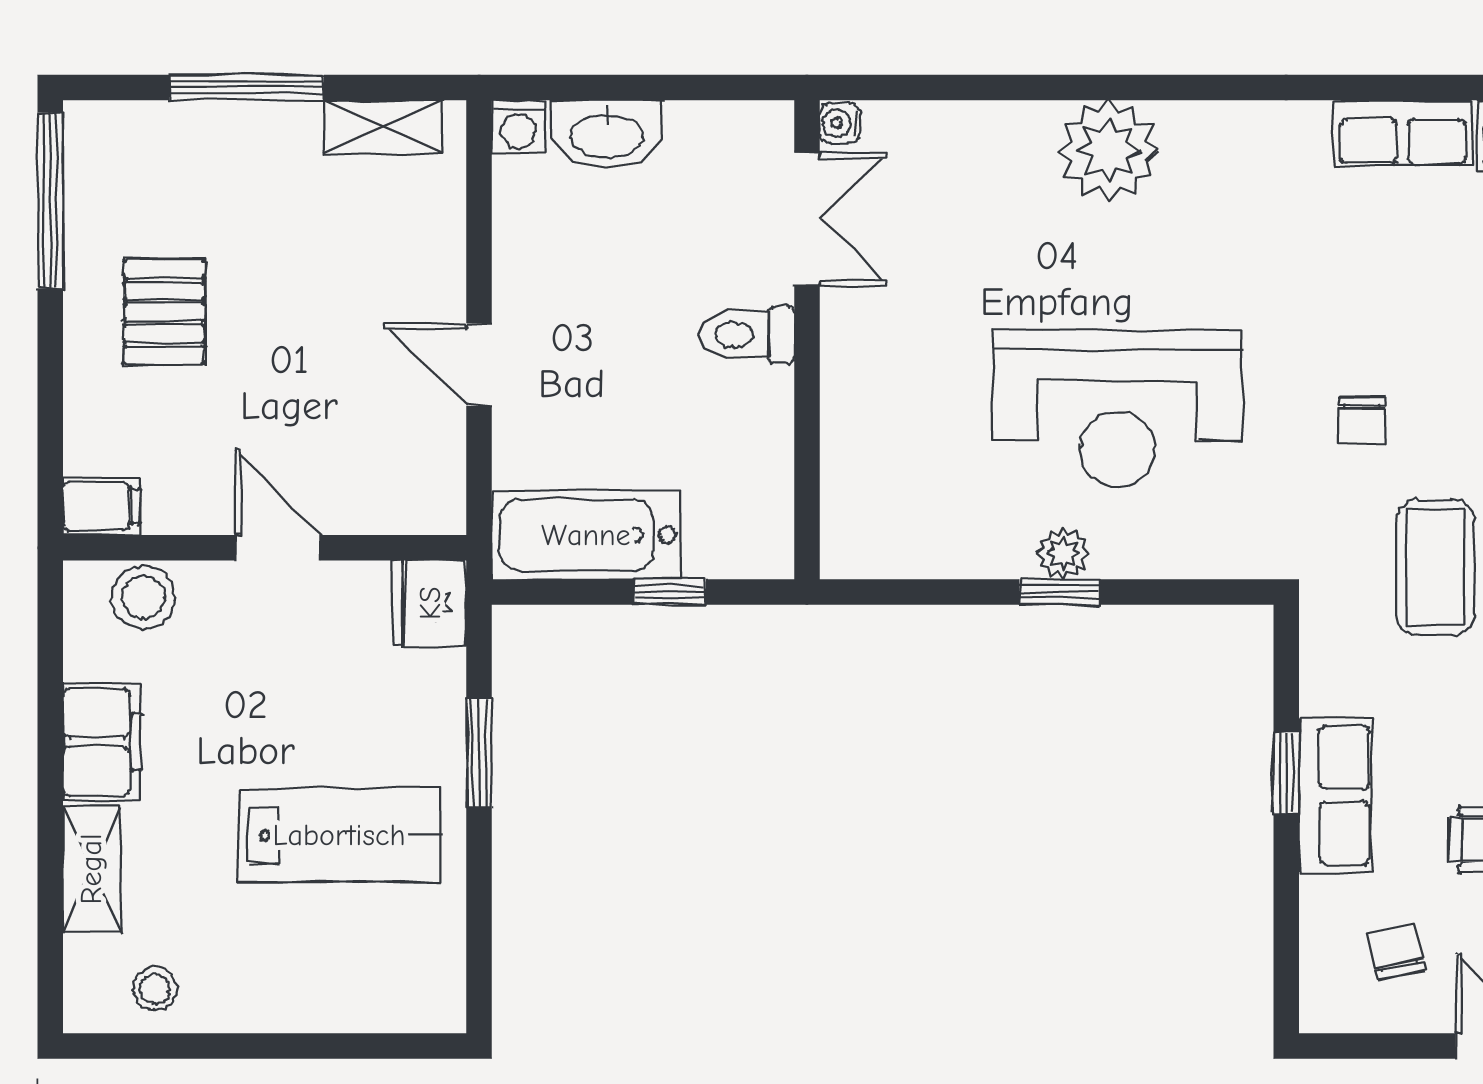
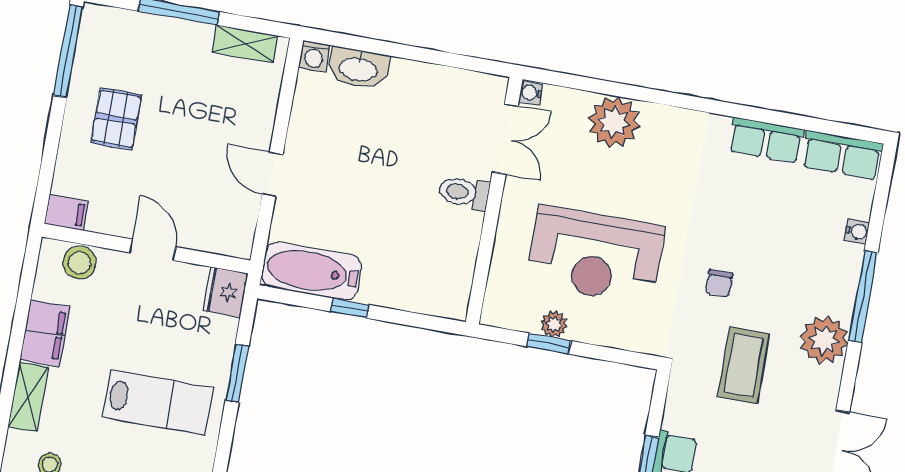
water cooler: (840, 123) -> (531, 93), moved
double door: (807, 219) -> (505, 139), moved
toilet: (747, 335) -> (464, 193), moved
wall: (807, 340) -> (494, 201), moved

